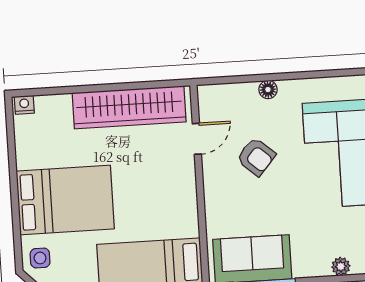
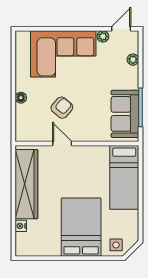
nightstand: (24, 105) -> (21, 226), moved
door: (197, 139) -> (62, 144), moved

